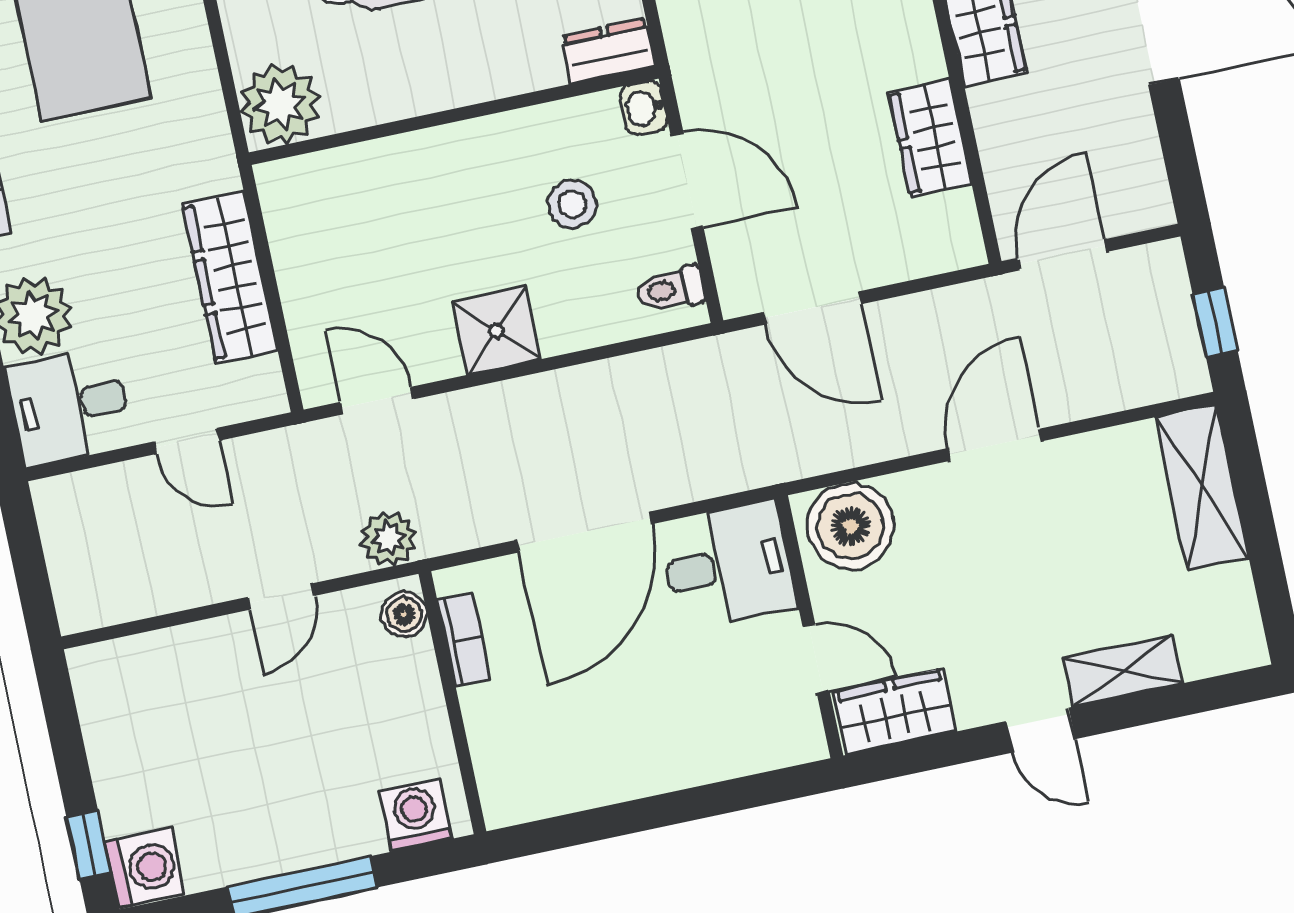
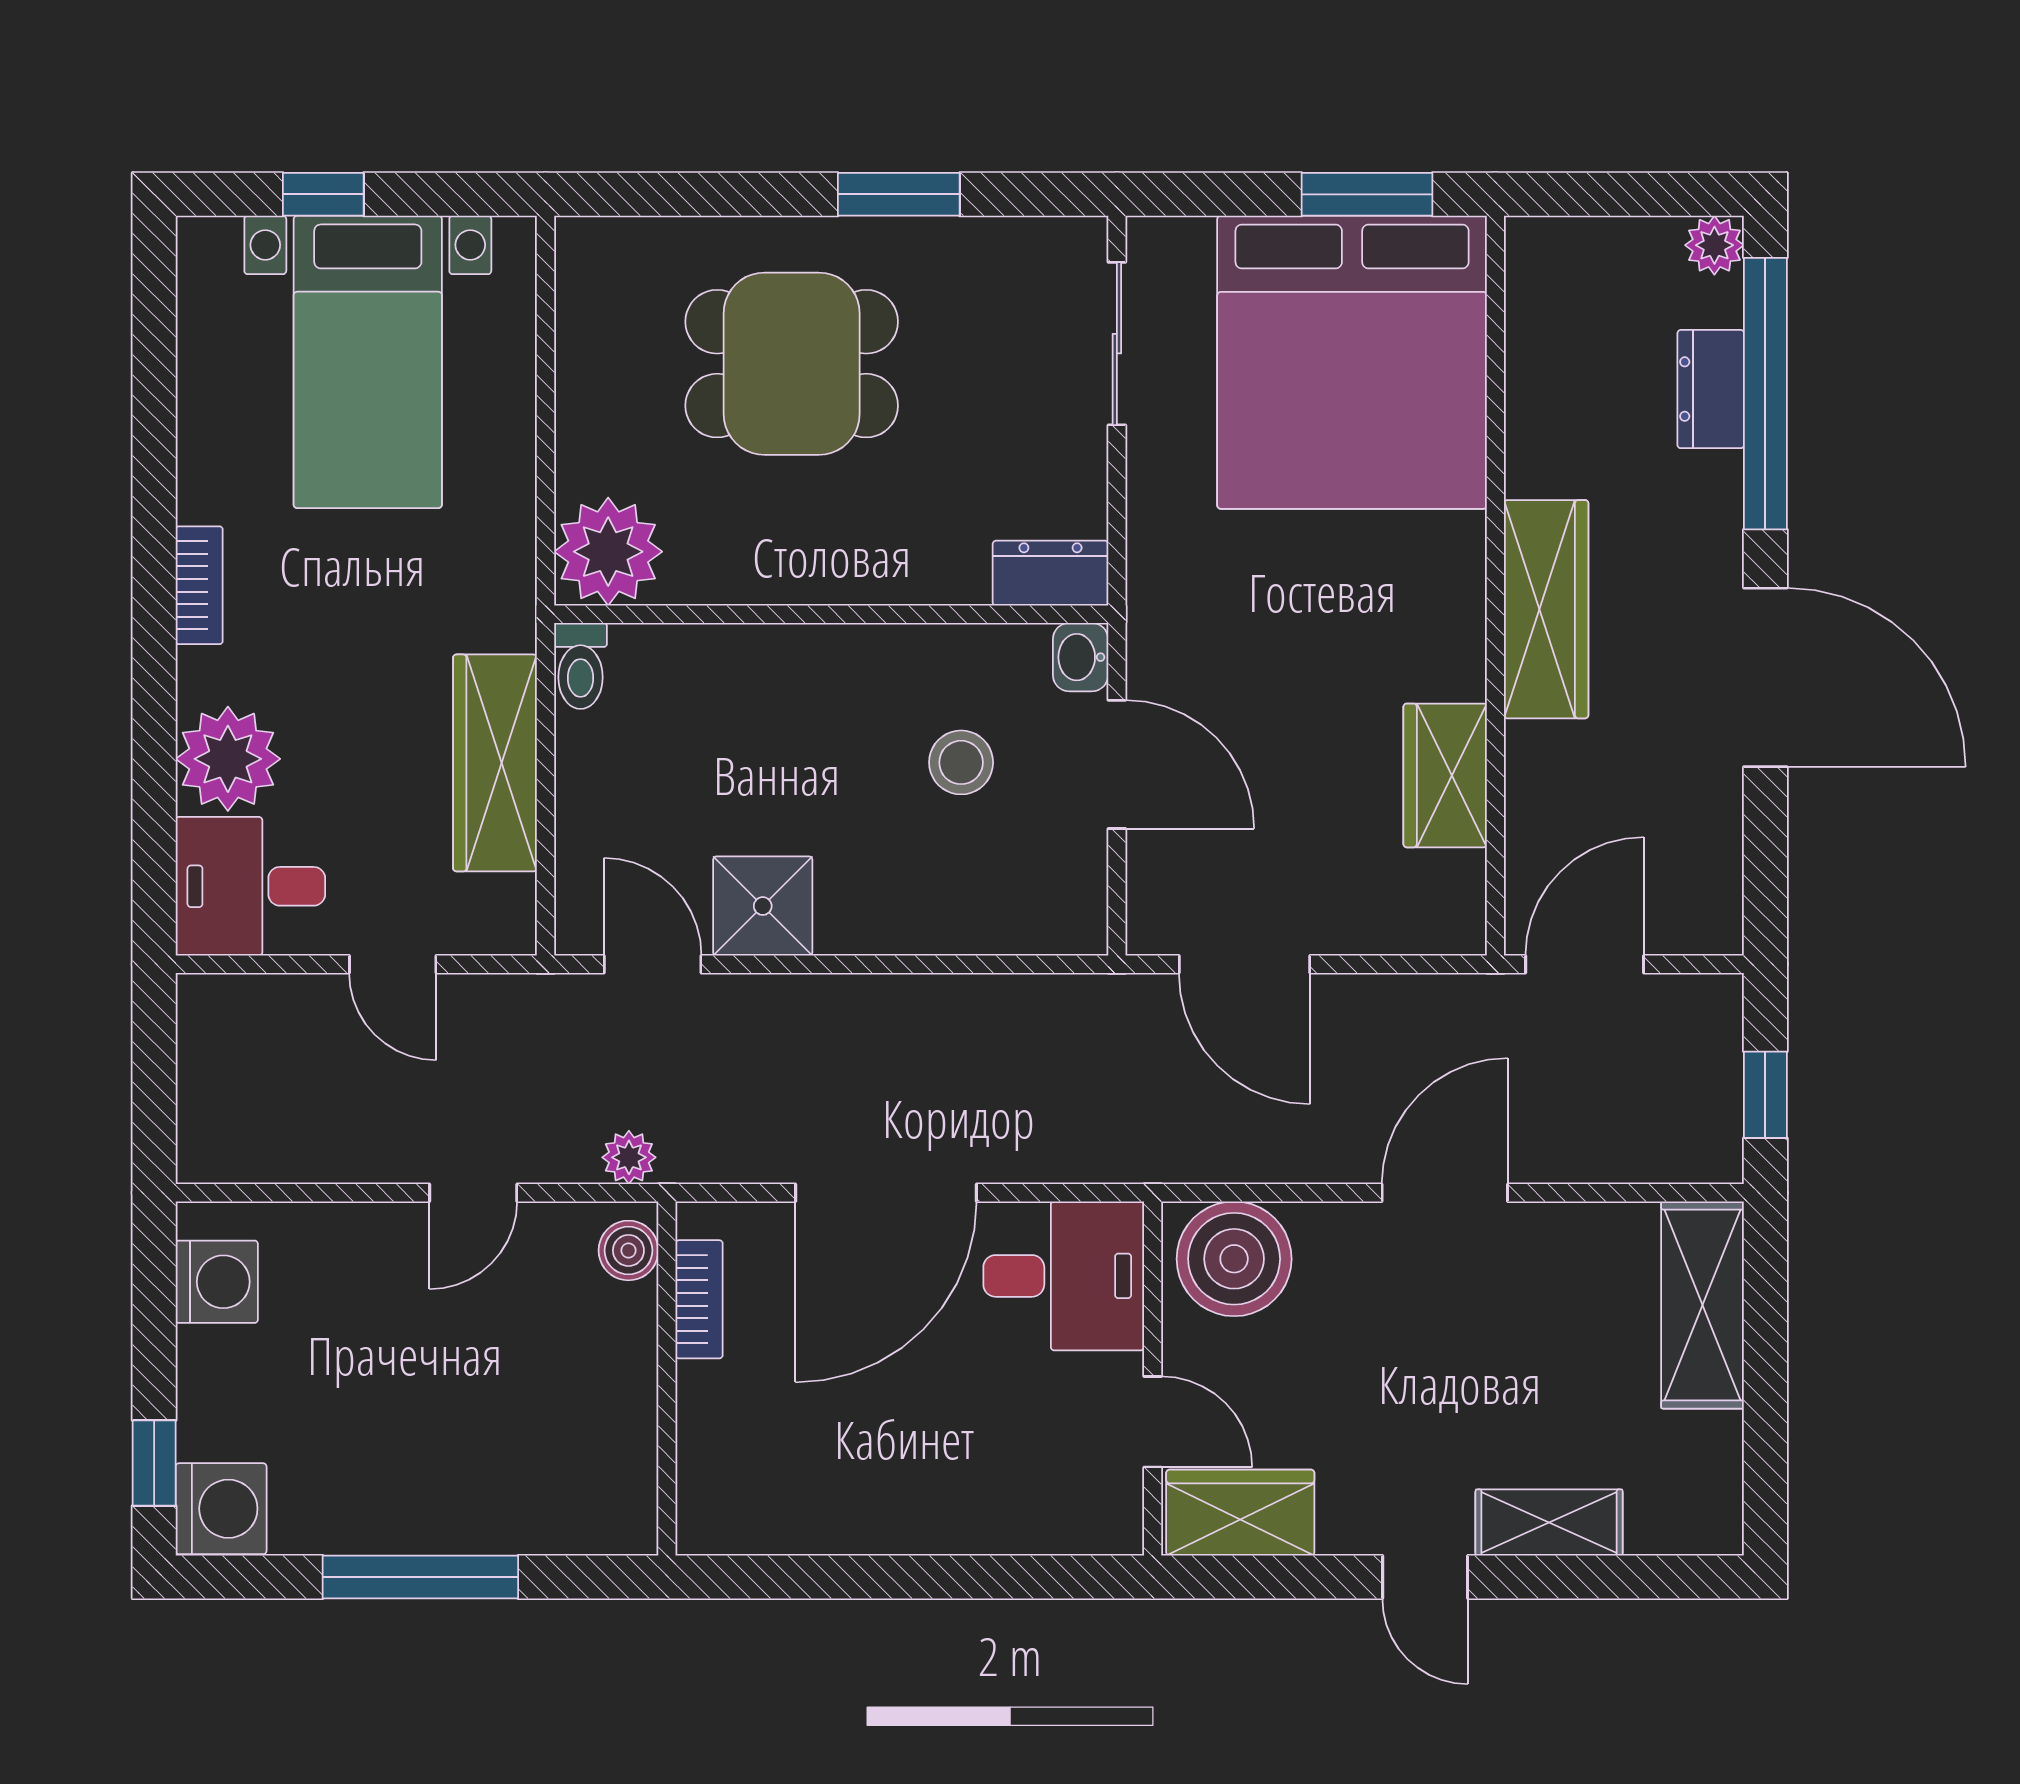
toilet: (670, 289) -> (580, 666), moved, turned -90
shower: (496, 330) -> (763, 906), moved
plant: (388, 539) -> (629, 1157), width x0.73, depth x0.73
washing machine: (415, 815) -> (217, 1282), moved, turned 90

